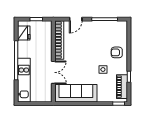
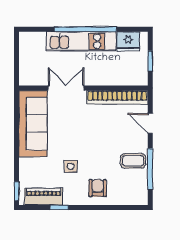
coffee table: (99, 30) -> (133, 161), added
double door: (53, 72) -> (66, 88), swing flipped
kitchen unit: (24, 80) -> (81, 41), moved

